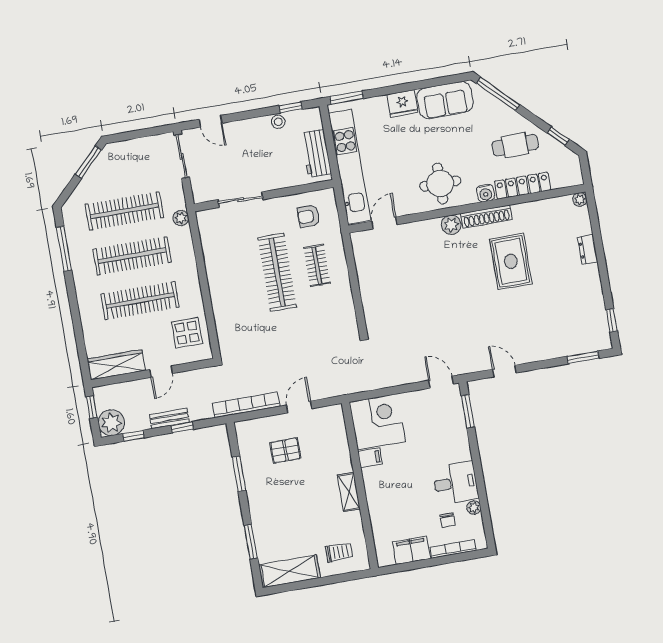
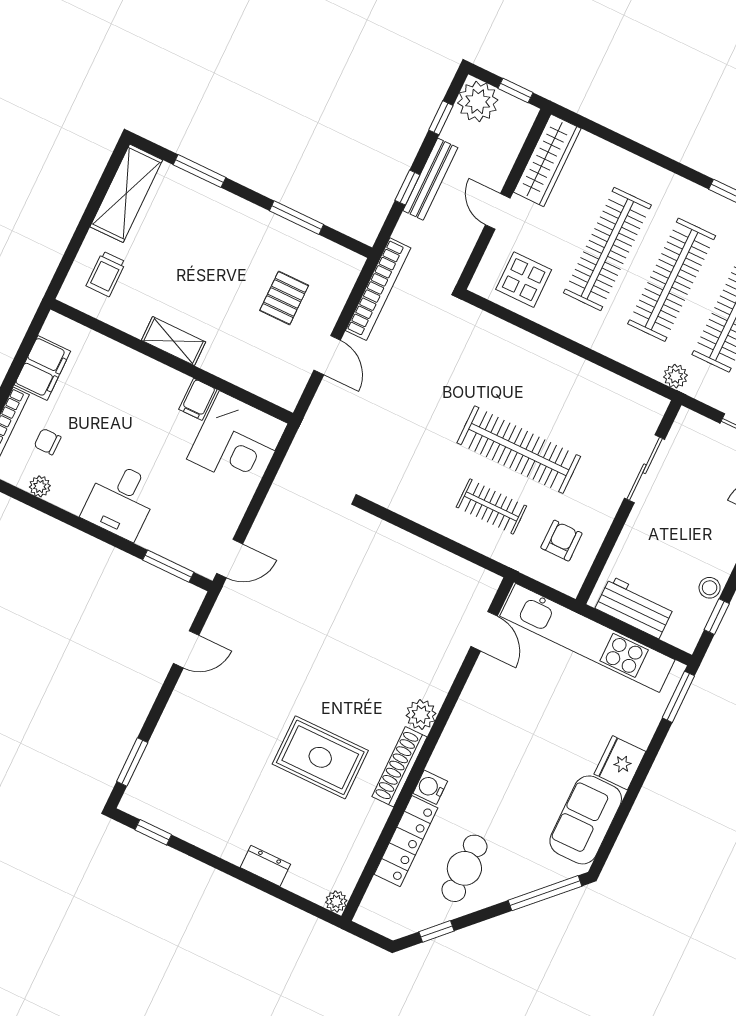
round table: (440, 184) -> (484, 738), removed
bench: (169, 419) -> (430, 179), width x1.36
desk: (455, 483) -> (121, 501), moved

